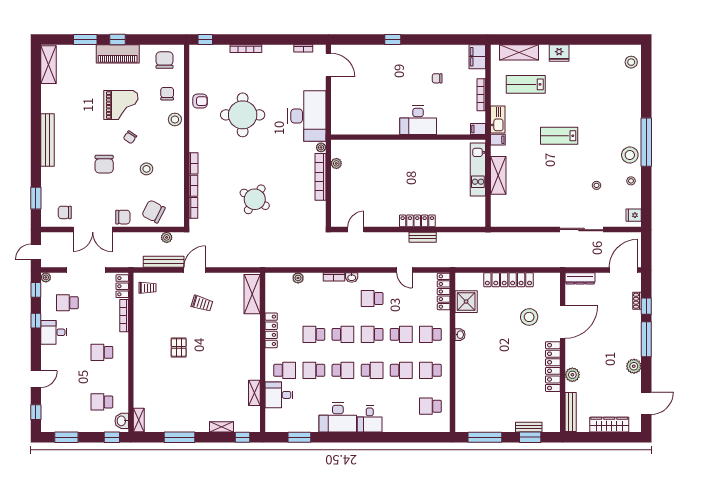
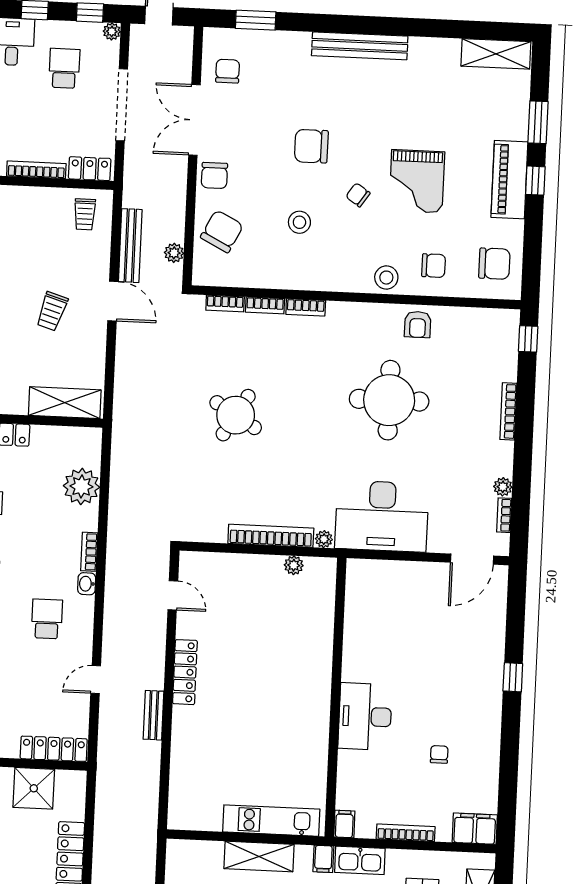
plant: (288, 50) -> (503, 487), added
locker: (417, 221) -> (185, 672), moved
plant: (298, 278) -> (82, 486), width x1.87, depth x1.87

